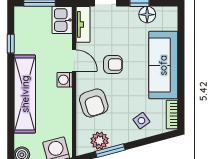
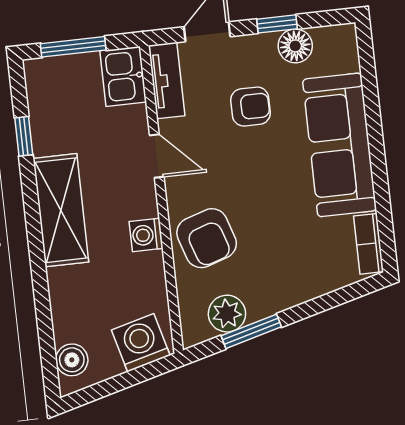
armchair: (113, 65) -> (251, 107), moved
washing machine: (65, 80) -> (146, 235), moved
shelving: (25, 94) -> (61, 210), width x0.68
side table: (141, 121) -> (308, 263), removed

